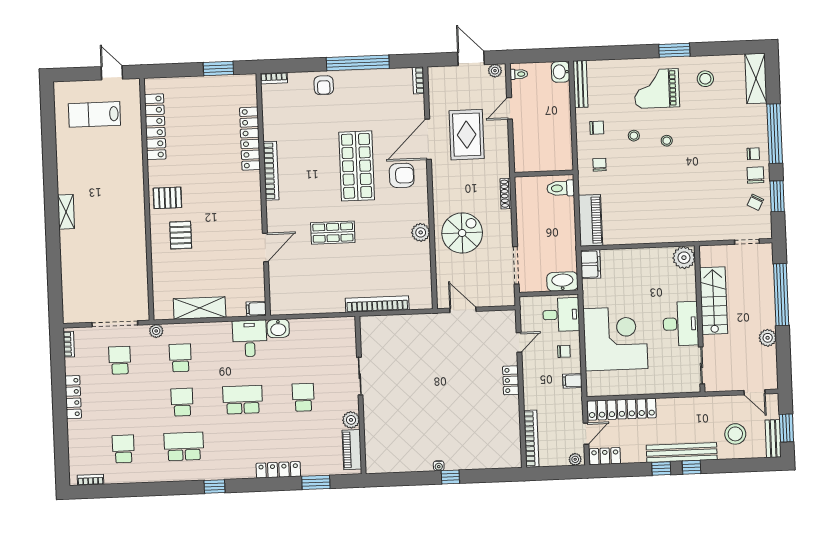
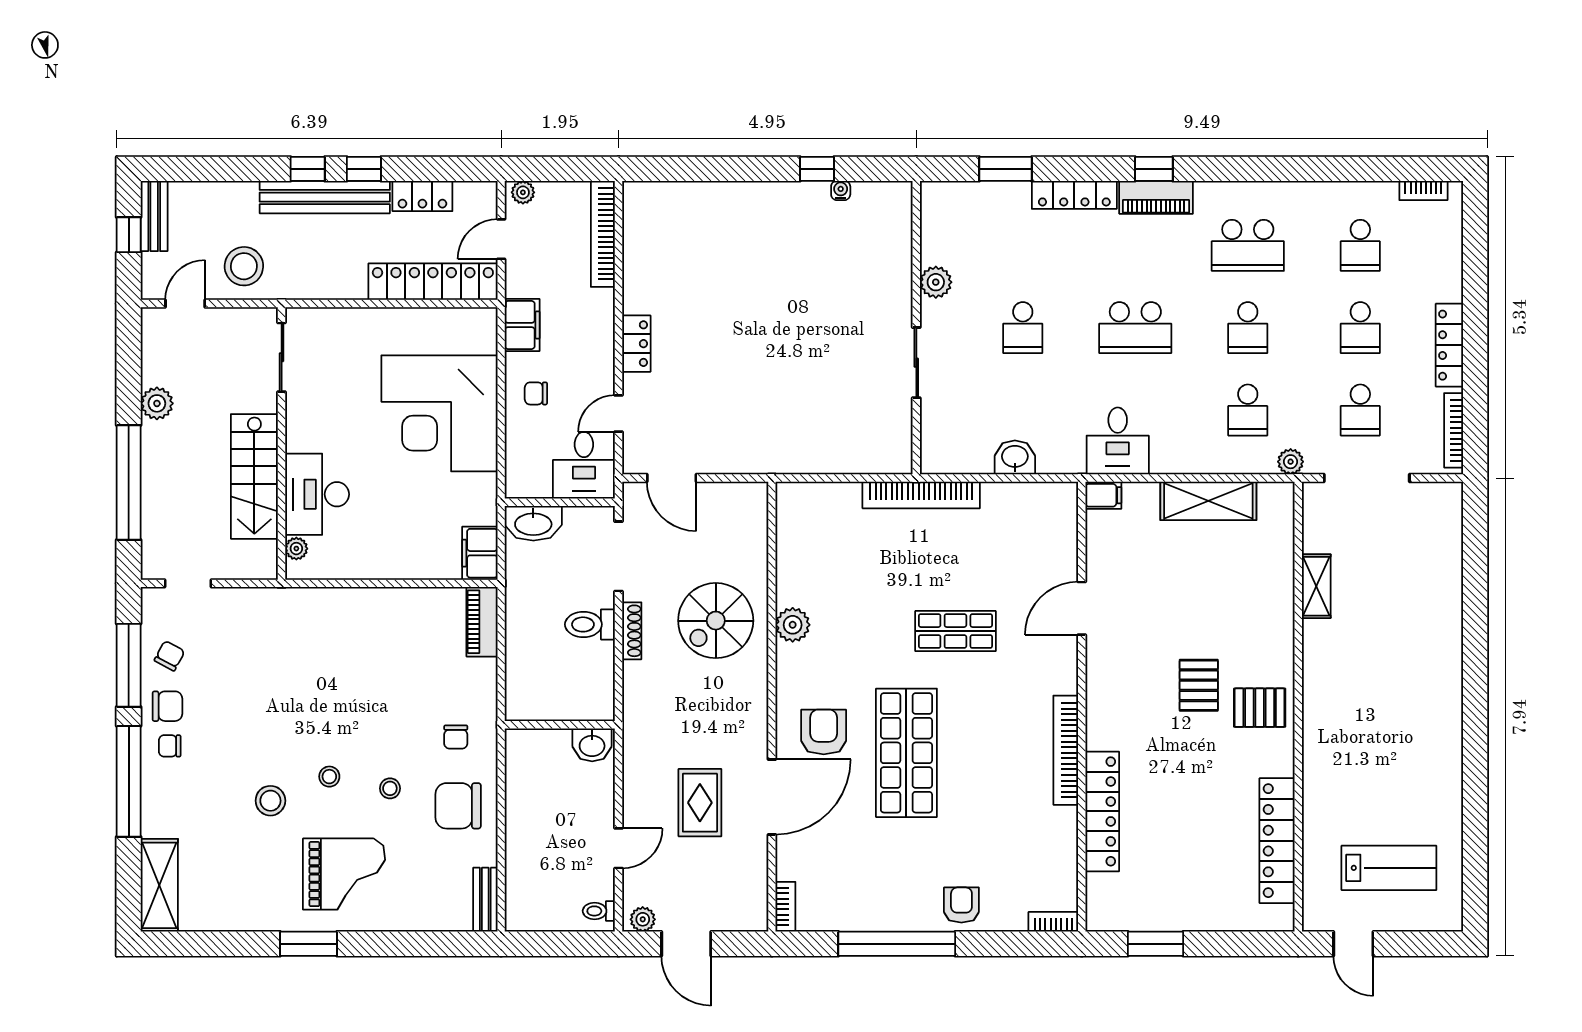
washbasin: (560, 72) -> (592, 745), moved, turned 90
stool: (705, 79) -> (270, 801), moved
bench: (580, 84) -> (485, 900), width x0.73
chair: (597, 128) -> (458, 806), width x1.87, depth x1.87
rug: (467, 135) -> (700, 803), width x0.73, depth x0.70
armchair: (402, 175) -> (824, 732), turned 90
chair: (755, 175) -> (167, 706), turned -90
toilet: (561, 188) -> (590, 624), moved, turned 180
shoe rack: (506, 194) -> (632, 631), moved
window: (777, 196) -> (129, 665), width x1.44
shelving: (66, 212) -> (1316, 586), moved
piano: (590, 220) -> (482, 622), width x0.73, depth x0.75
pallet: (181, 235) -> (1199, 685), moved
plant: (684, 258) -> (296, 549), width x0.53, depth x0.53
bookcase: (377, 304) -> (921, 495), moved
door: (463, 310) -> (672, 478), moved
desk: (561, 315) -> (584, 465), moved, turned -90
desk: (681, 324) -> (317, 494), moved
washbasin: (278, 328) -> (1015, 457), moved
bookcase: (69, 344) -> (1454, 430), width x1.56
filing cabinet: (572, 381) -> (522, 325), width x2.00
door: (755, 392) -> (185, 304), hinge flipped
school desk: (122, 405) -> (1360, 328), added
window: (786, 428) -> (129, 235), width x0.67
stool: (735, 434) -> (244, 266), moved
piano: (352, 450) -> (1156, 197), moved, turned 90
locker: (605, 456) -> (422, 196), moved
water cooler: (439, 466) -> (841, 190), moved
window: (450, 477) -> (817, 169), moved
window: (214, 486) -> (1154, 169), moved

